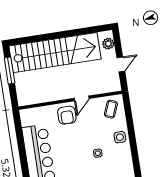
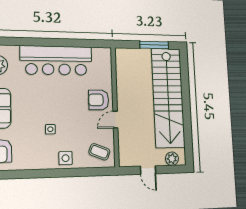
door: (82, 98) -> (115, 120), hinge flipped

